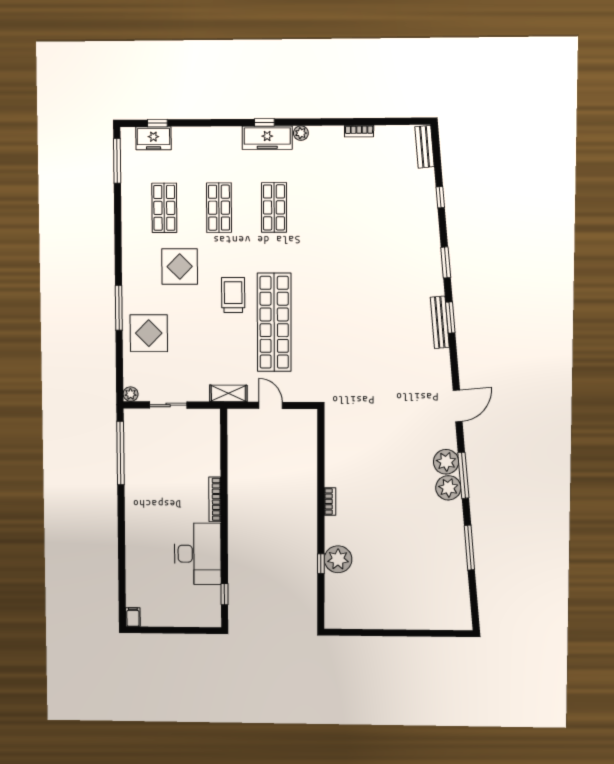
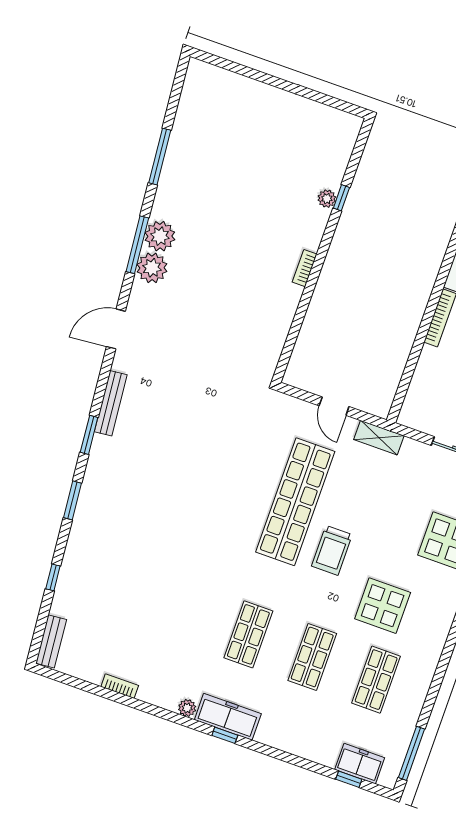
bench: (440, 322) -> (111, 403), moved
plant: (338, 559) -> (327, 199), width x0.53, depth x0.53

